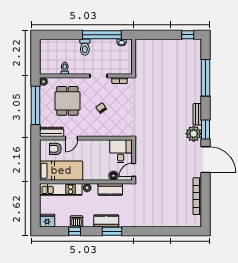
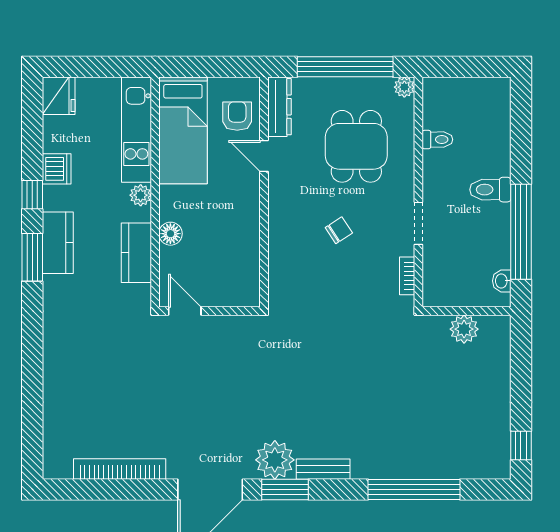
plant: (141, 58) -> (464, 329), added
dining table: (67, 101) -> (356, 146), turned 90
desk: (121, 151) -> (231, 278), removed
floor lamp: (113, 176) -> (170, 234), moved
window: (75, 231) -> (32, 195), moved

